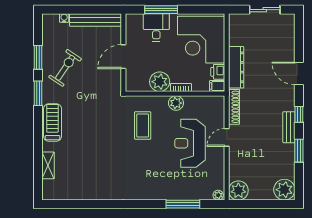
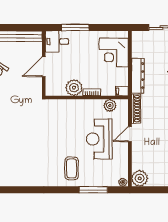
desk: (156, 27) -> (57, 41), moved, turned -90
corner desk: (201, 40) -> (114, 53), width x0.74, depth x0.74
printer: (218, 72) -> (123, 79), removed
plant: (176, 103) -> (110, 105), moved
coffee table: (143, 125) -> (72, 168), moved

